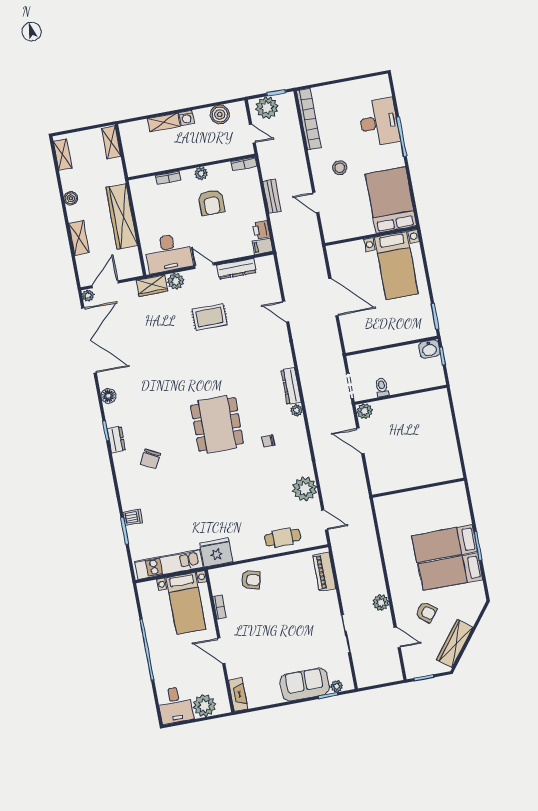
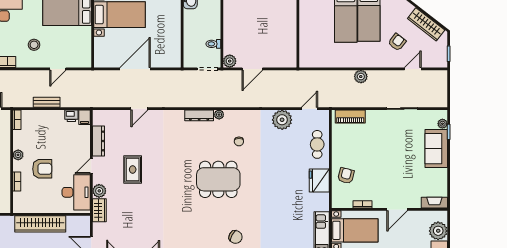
armchair: (211, 202) -> (42, 169), moved
fridge: (216, 552) -> (319, 181), moved
plant: (381, 603) -> (361, 77), moved

